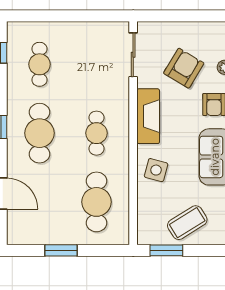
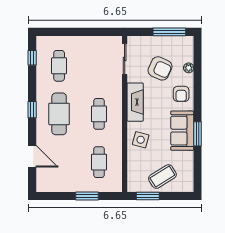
window: (197, 16) -> (169, 32), added
armchair: (184, 68) -> (160, 68), turned 83
cafe table: (96, 202) -> (99, 162), width x0.73, depth x0.74
window: (61, 250) -> (87, 196), moved

